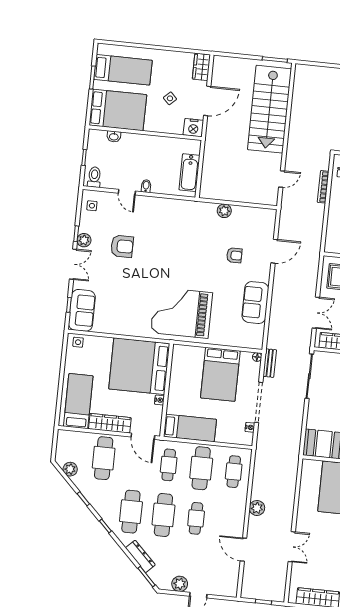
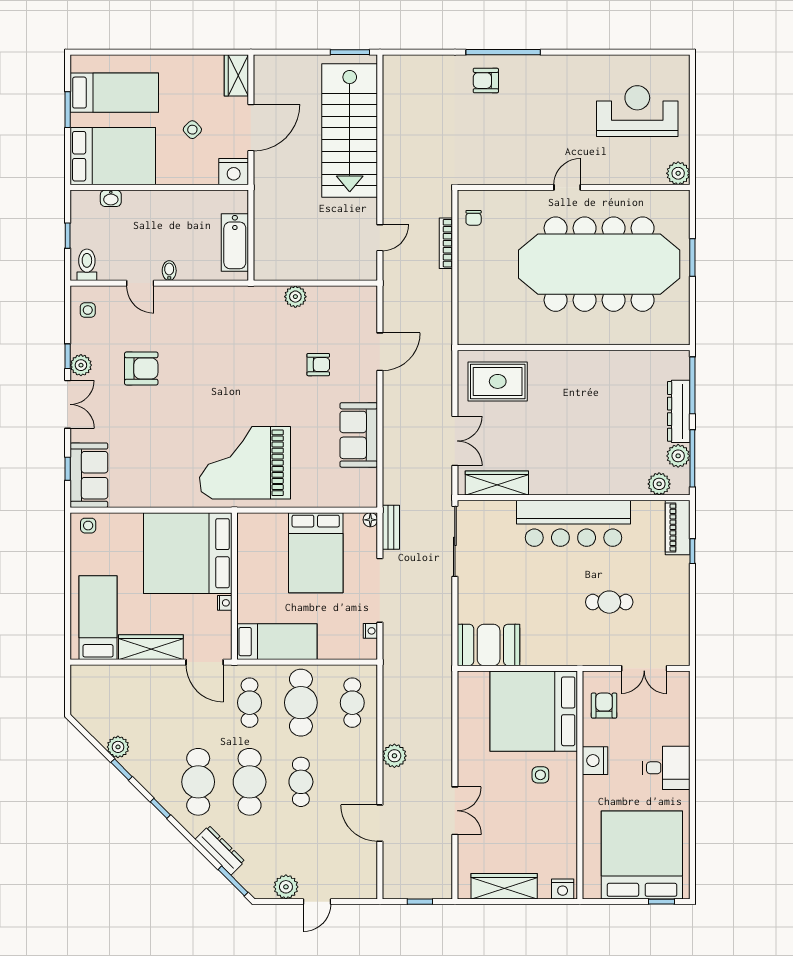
cafe table: (104, 458) -> (147, 703), removed
plant: (70, 469) -> (118, 747), moved

